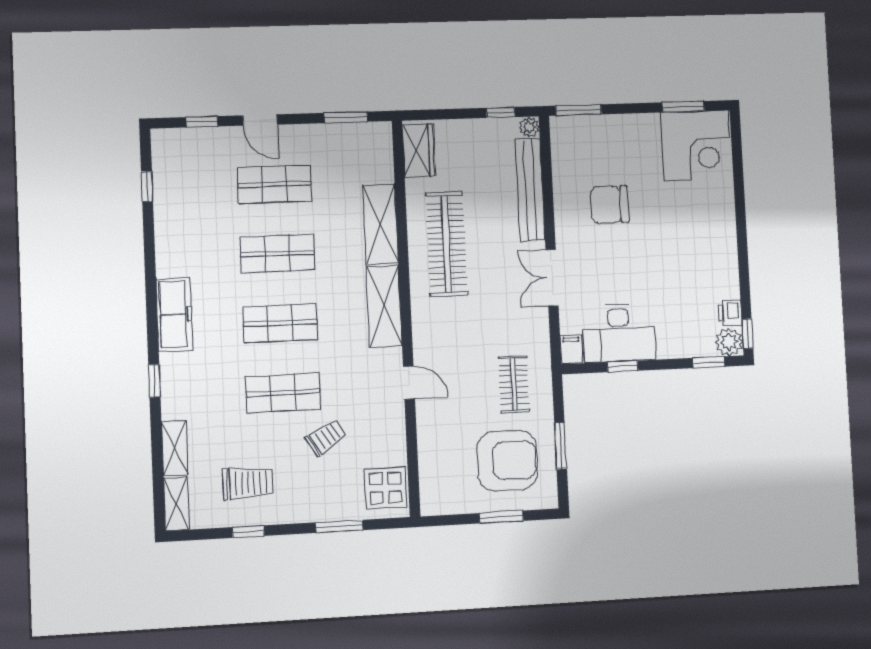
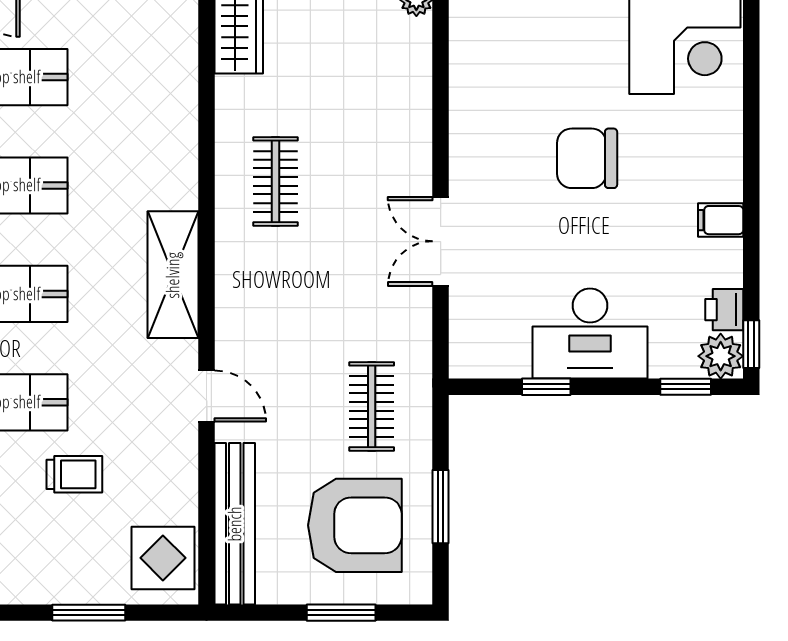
bench: (530, 190) -> (235, 524), moved
chair: (609, 205) -> (587, 158), moved
shelving: (380, 224) -> (173, 145), removed
clothes rail: (446, 244) -> (275, 181), width x0.54, depth x0.76
desk: (619, 333) -> (590, 334), moved
filing cabinet: (571, 349) -> (721, 220), moved, turned -90
trolley: (326, 437) -> (74, 474), turned 31

